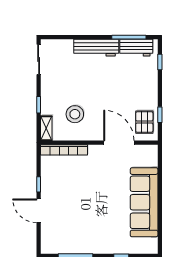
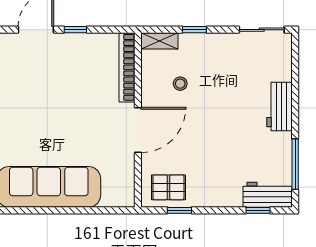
workbench: (96, 48) -> (280, 107), width x0.73
workbench: (136, 48) -> (268, 195), moved, turned 90
stool: (75, 114) -> (180, 84), width x0.53, depth x0.53
door: (119, 143) -> (138, 130), moved

